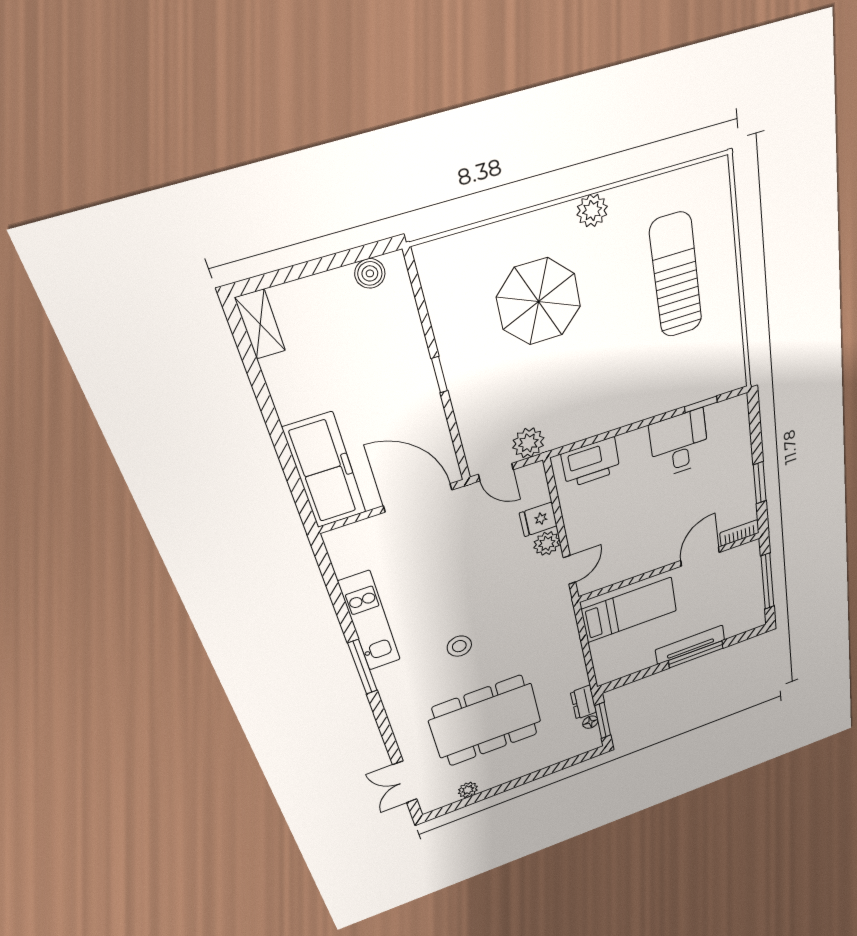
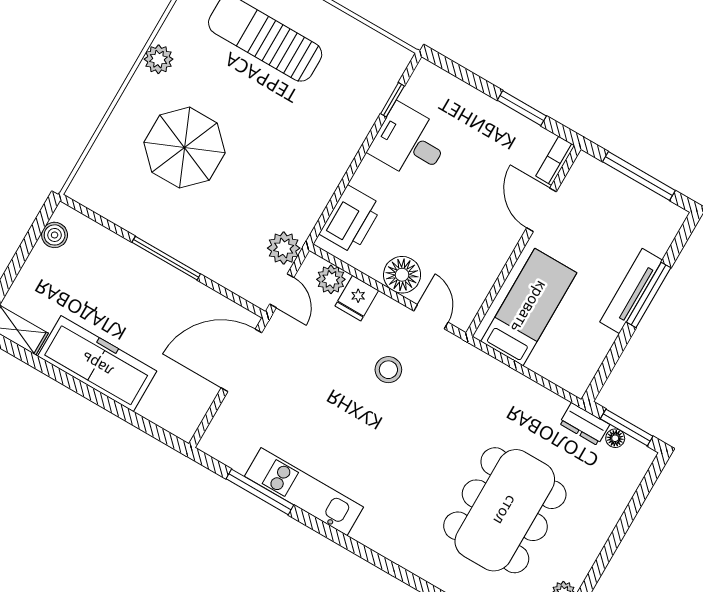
window: (439, 375) -> (166, 258), width x2.17
freezer: (325, 471) -> (97, 364), moved
door: (496, 472) -> (282, 291), hinge flipped
floor lamp: (582, 528) -> (402, 275), added
plant: (547, 544) -> (331, 279), moved
stool: (459, 646) -> (388, 370), moved
window: (363, 667) -> (260, 492), moved

